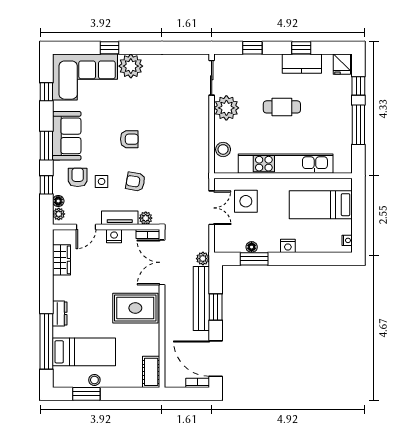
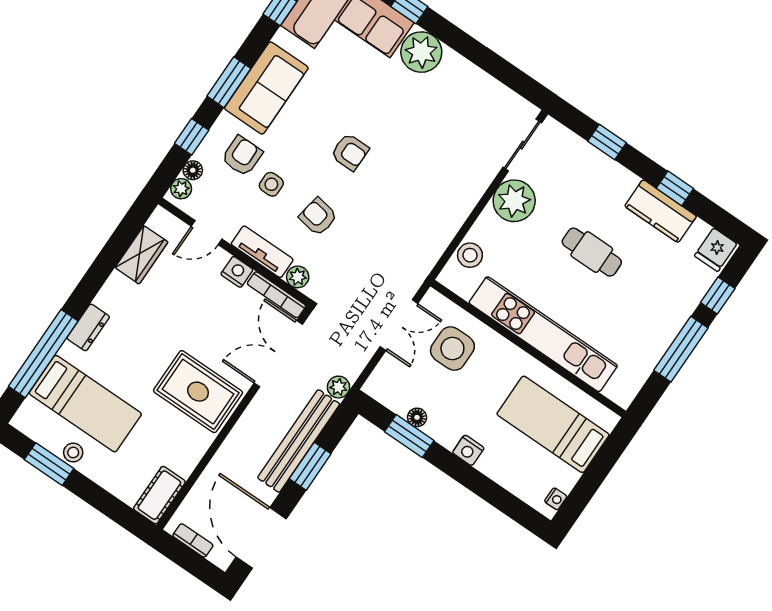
bookcase: (148, 234) -> (277, 295), width x1.56
bookcase: (198, 383) -> (193, 540), moved

